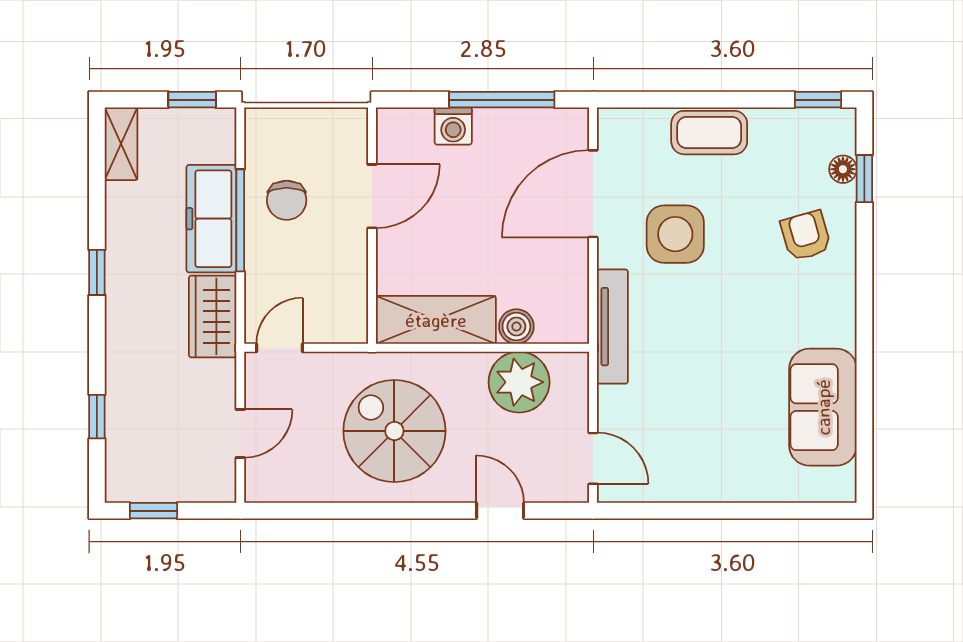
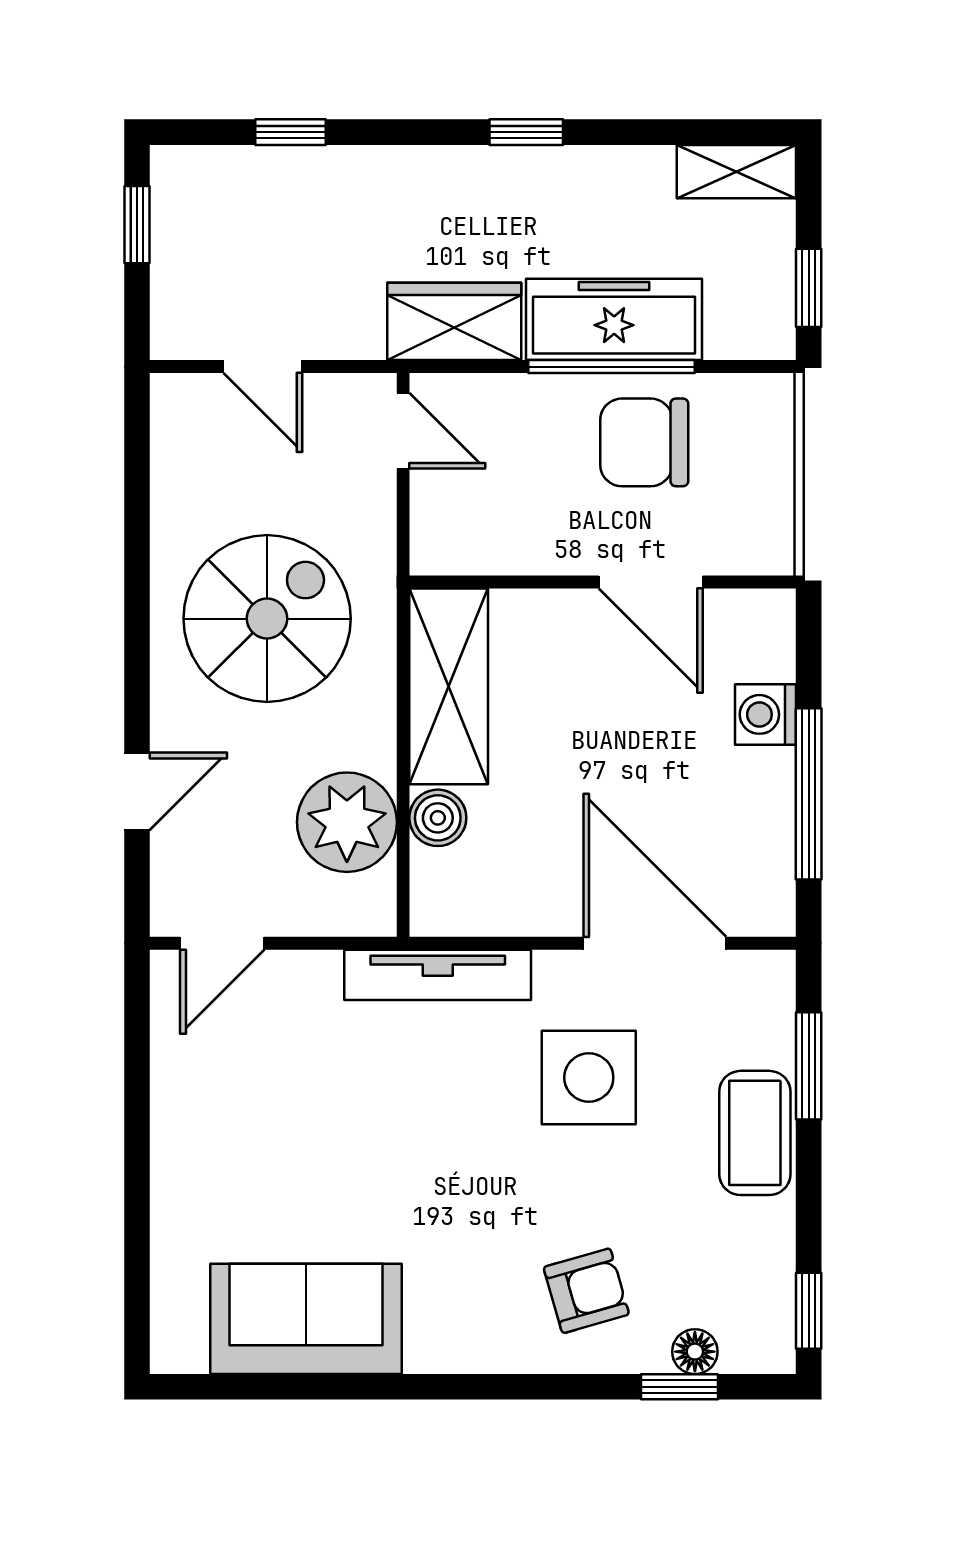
window: (668, 100) -> (809, 1066), added
chair: (287, 200) -> (644, 442), width x1.37, depth x1.37

